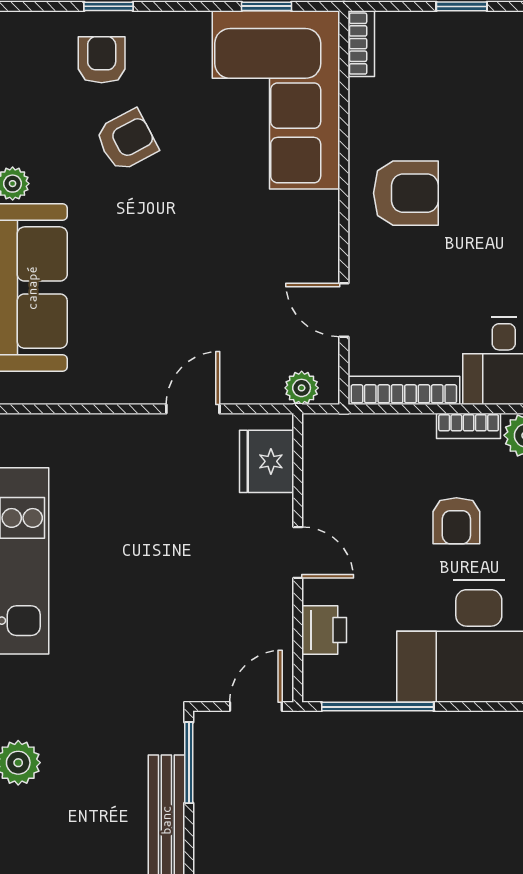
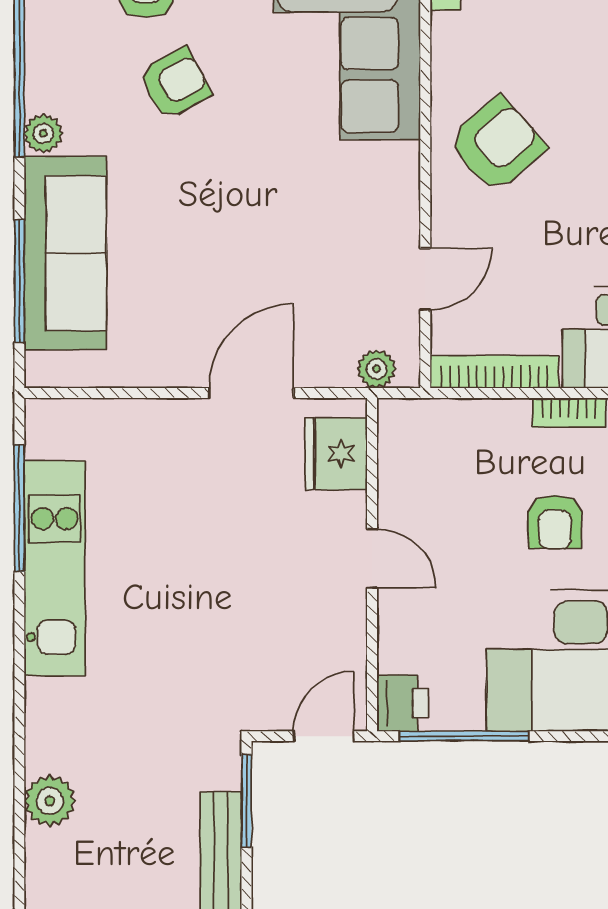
armchair: (406, 193) -> (497, 144), turned -41
door: (344, 310) -> (425, 279), swing flipped
door: (193, 409) -> (251, 393), width x1.38
printer: (324, 630) -> (403, 703), moved

